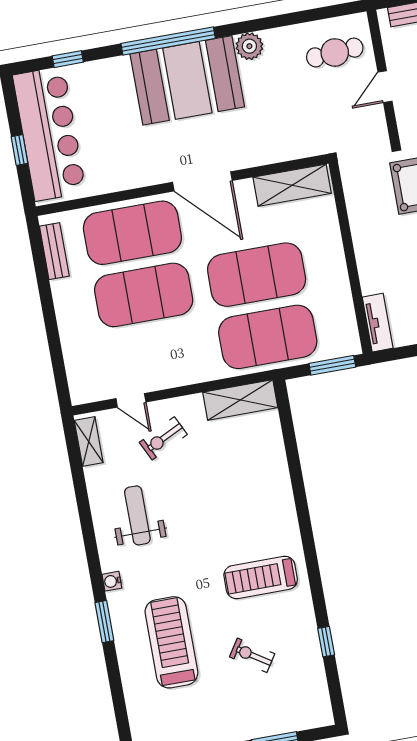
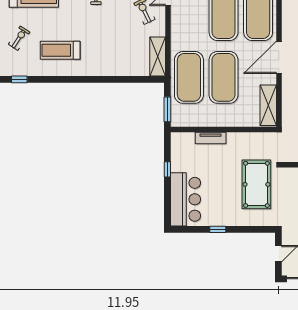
tv unit: (378, 323) -> (211, 138), moved
treadmill: (261, 577) -> (60, 50), turned -90

